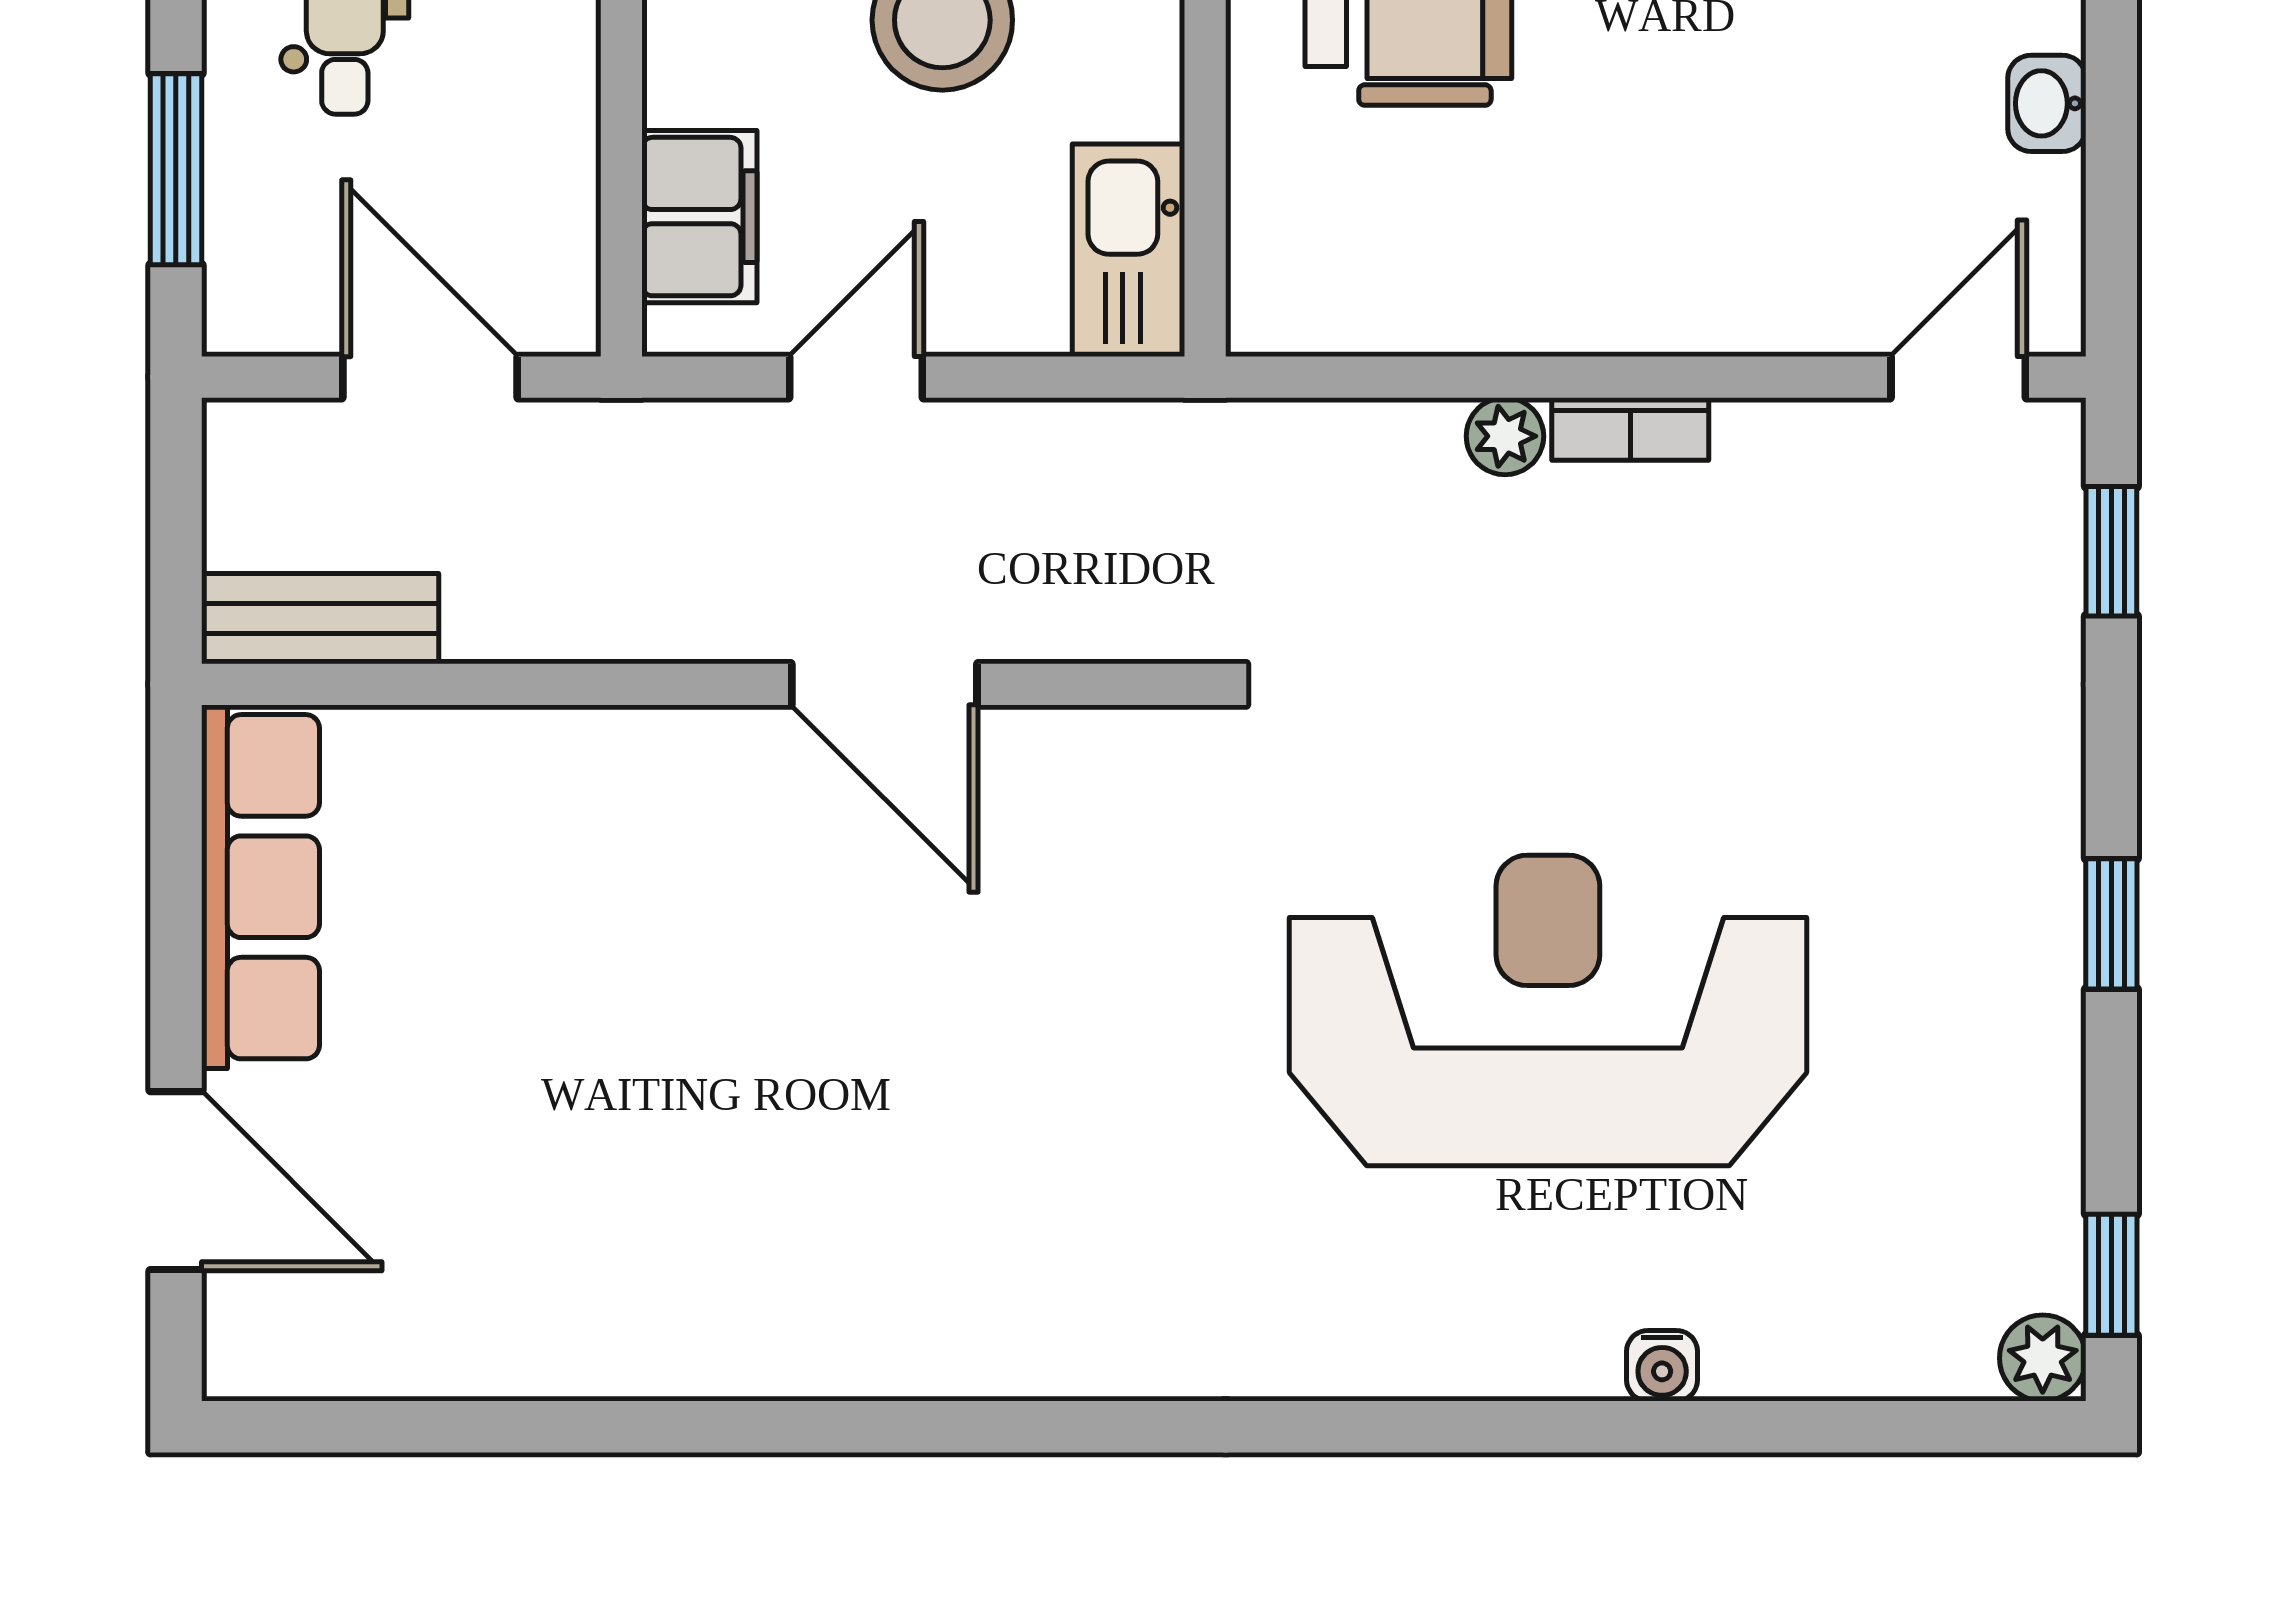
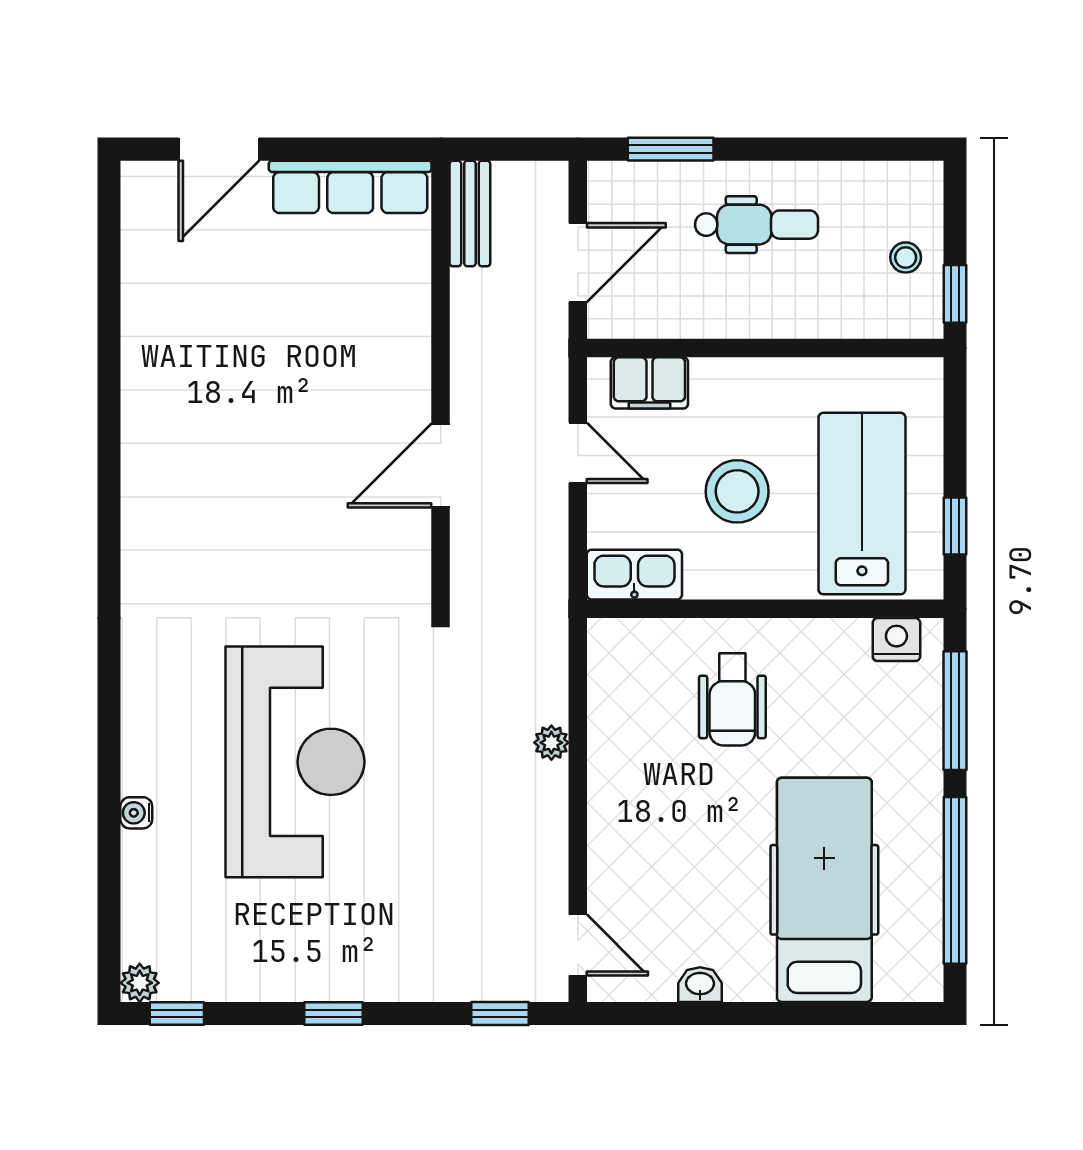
bookcase: (1630, 429) -> (555, 799), removed

